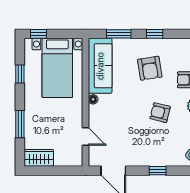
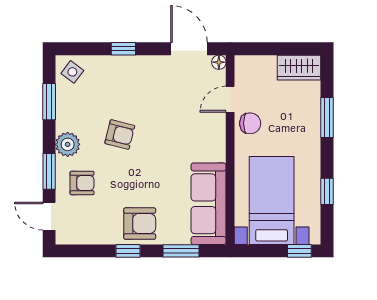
armchair: (150, 68) -> (140, 224), moved, turned 99
floor lamp: (93, 99) -> (219, 62), moved
chair: (72, 120) -> (250, 123), added
door: (85, 136) -> (230, 99), hinge flipped

